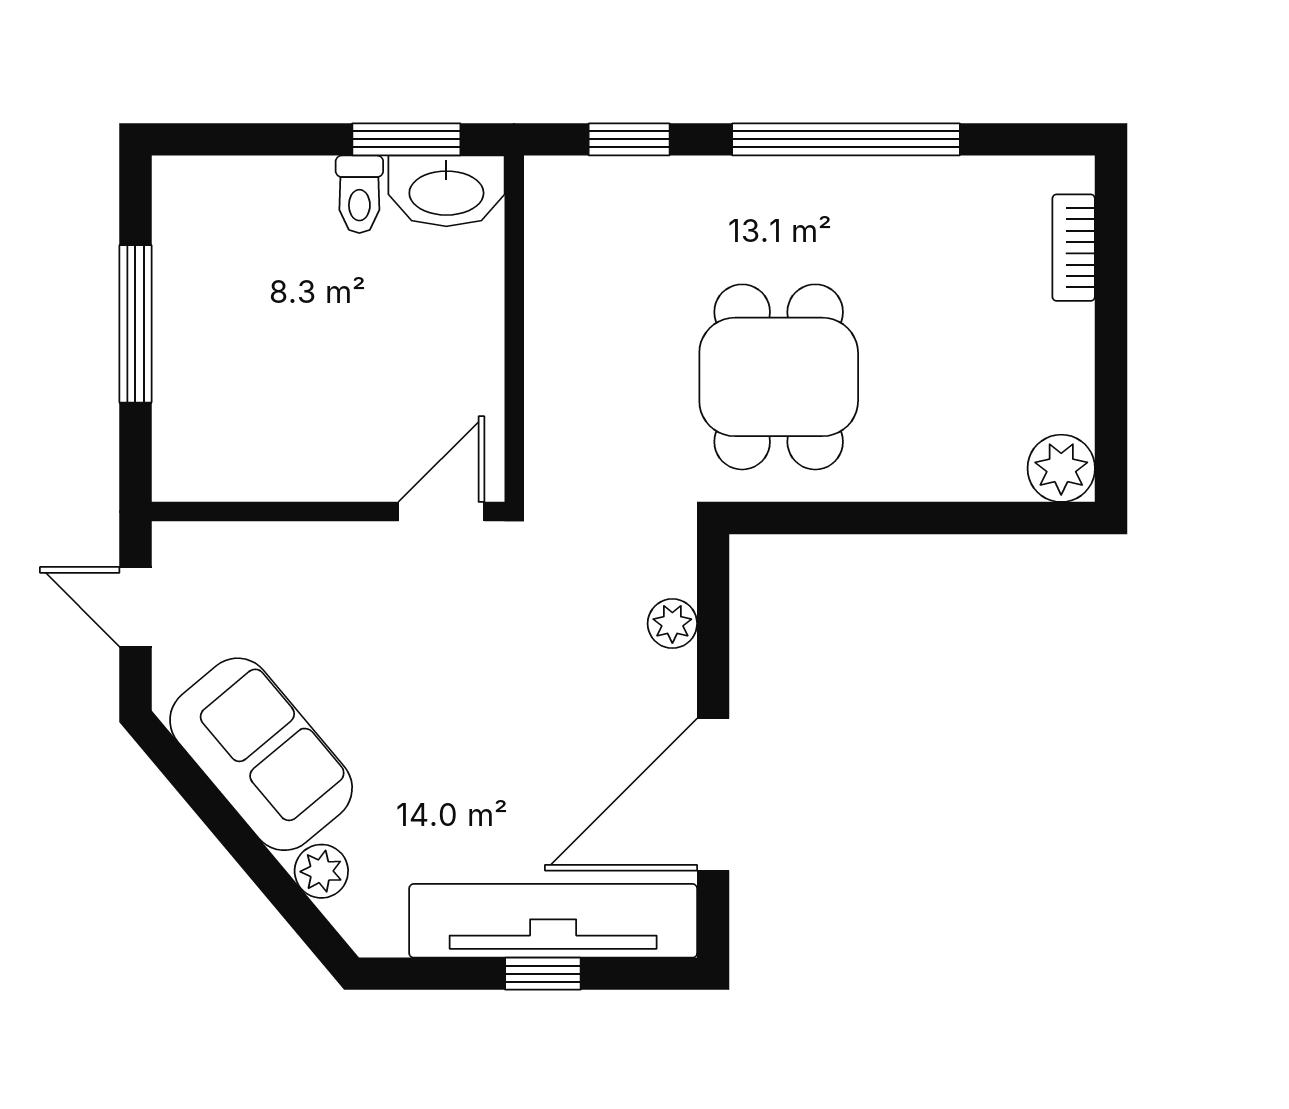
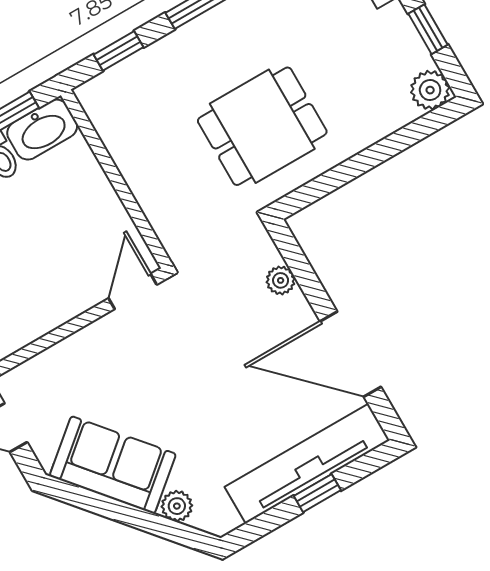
window: (1111, 375) -> (428, 29), added
dining table: (779, 377) -> (262, 126), turned 90
door: (713, 795) -> (351, 354), hinge flipped

